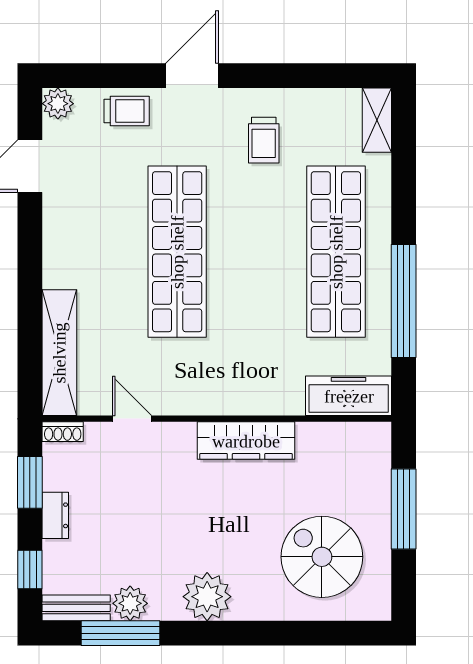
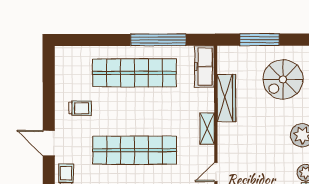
shelving: (377, 120) -> (207, 129), moved, turned 90
wardrobe: (246, 441) -> (226, 98), moved

